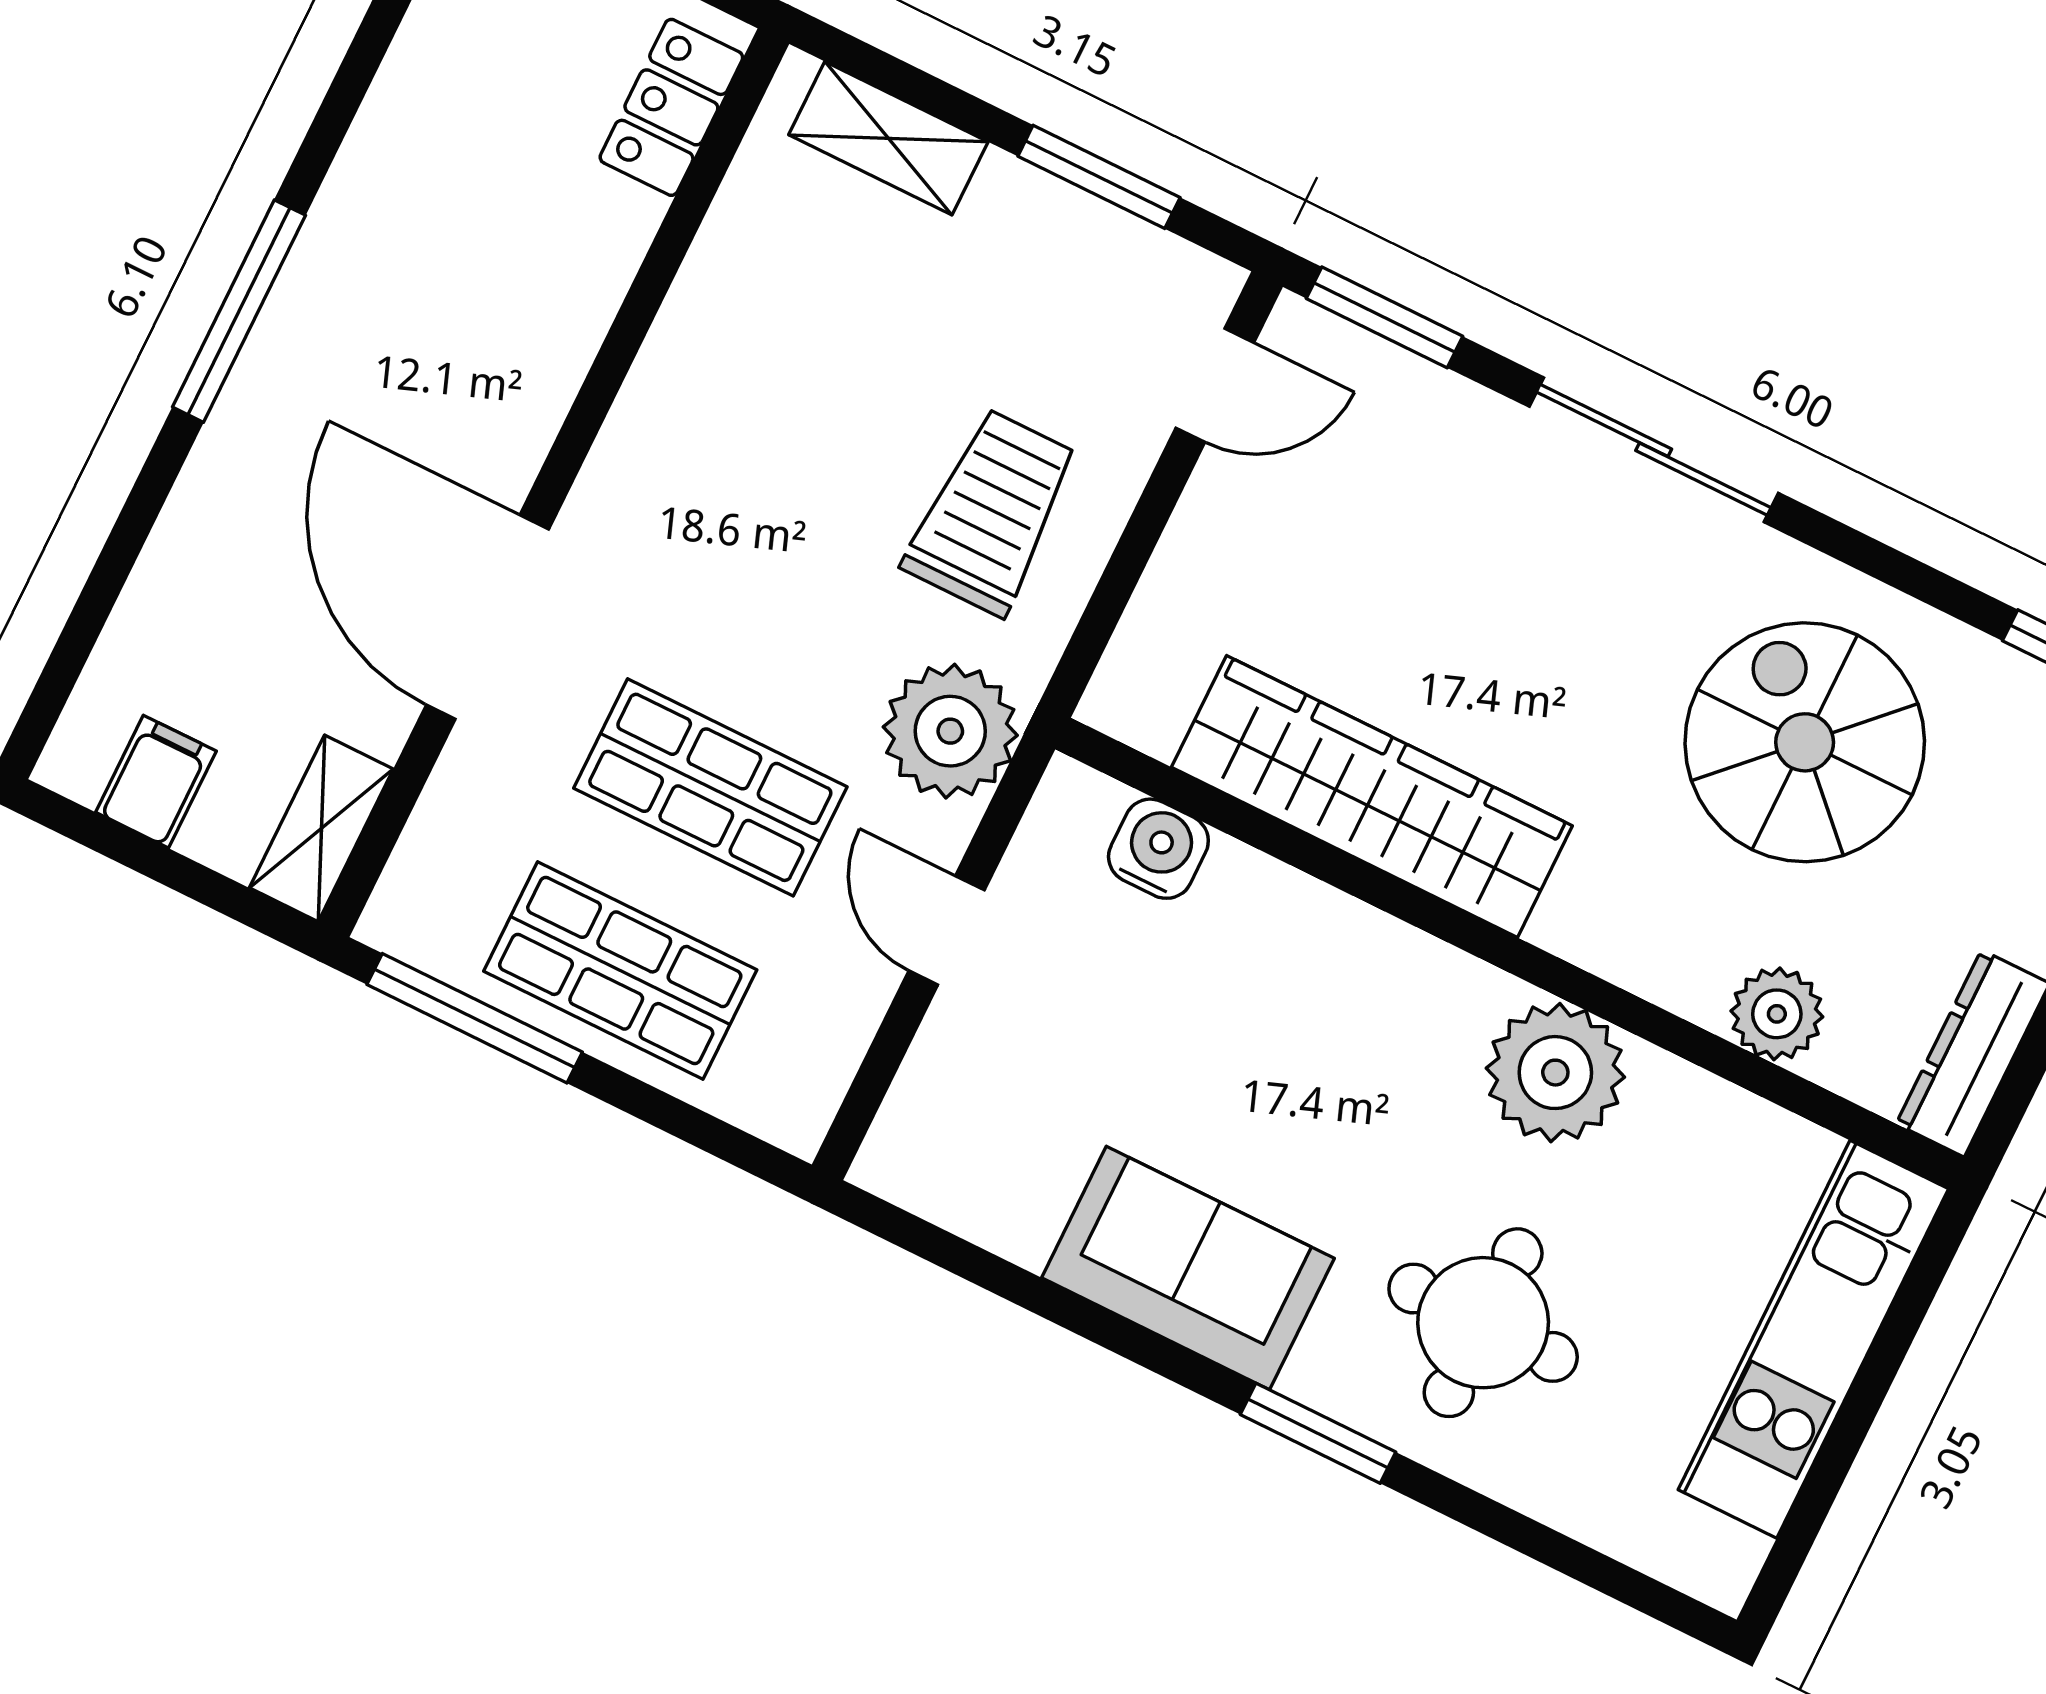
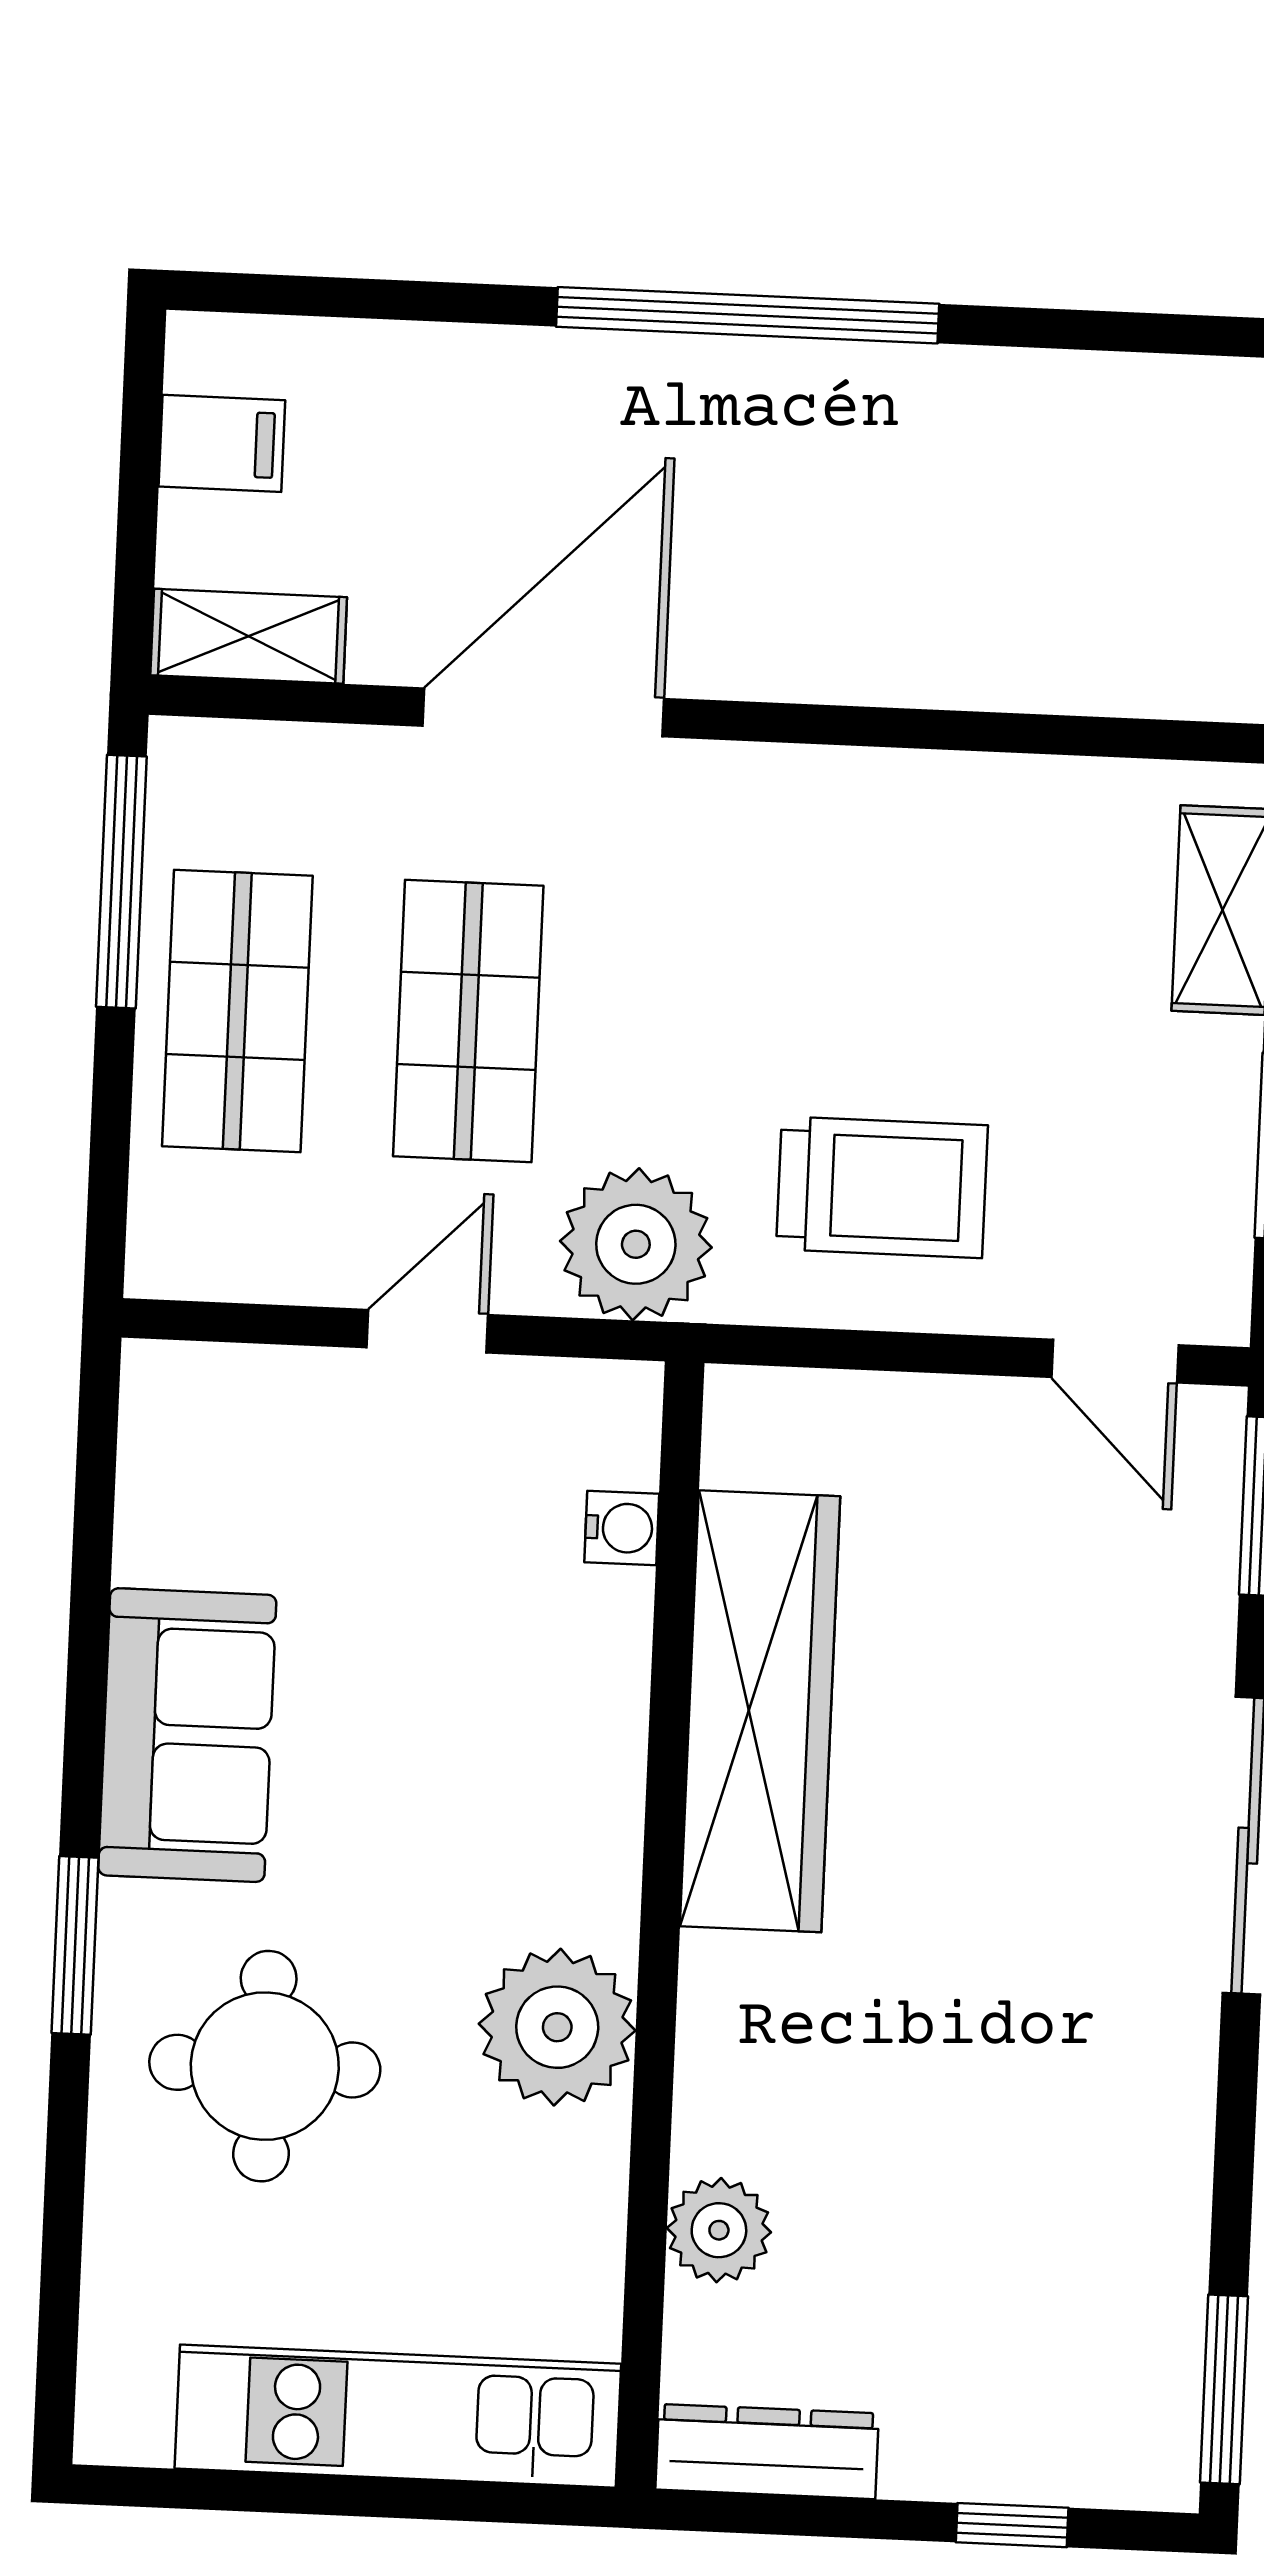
locker: (671, 107) -> (1156, 671), removed
window: (239, 311) -> (748, 315), width x1.46
spiral stairs: (1805, 742) -> (1013, 2135), removed
water cooler: (1158, 849) -> (622, 1528), width x0.72, depth x0.72

